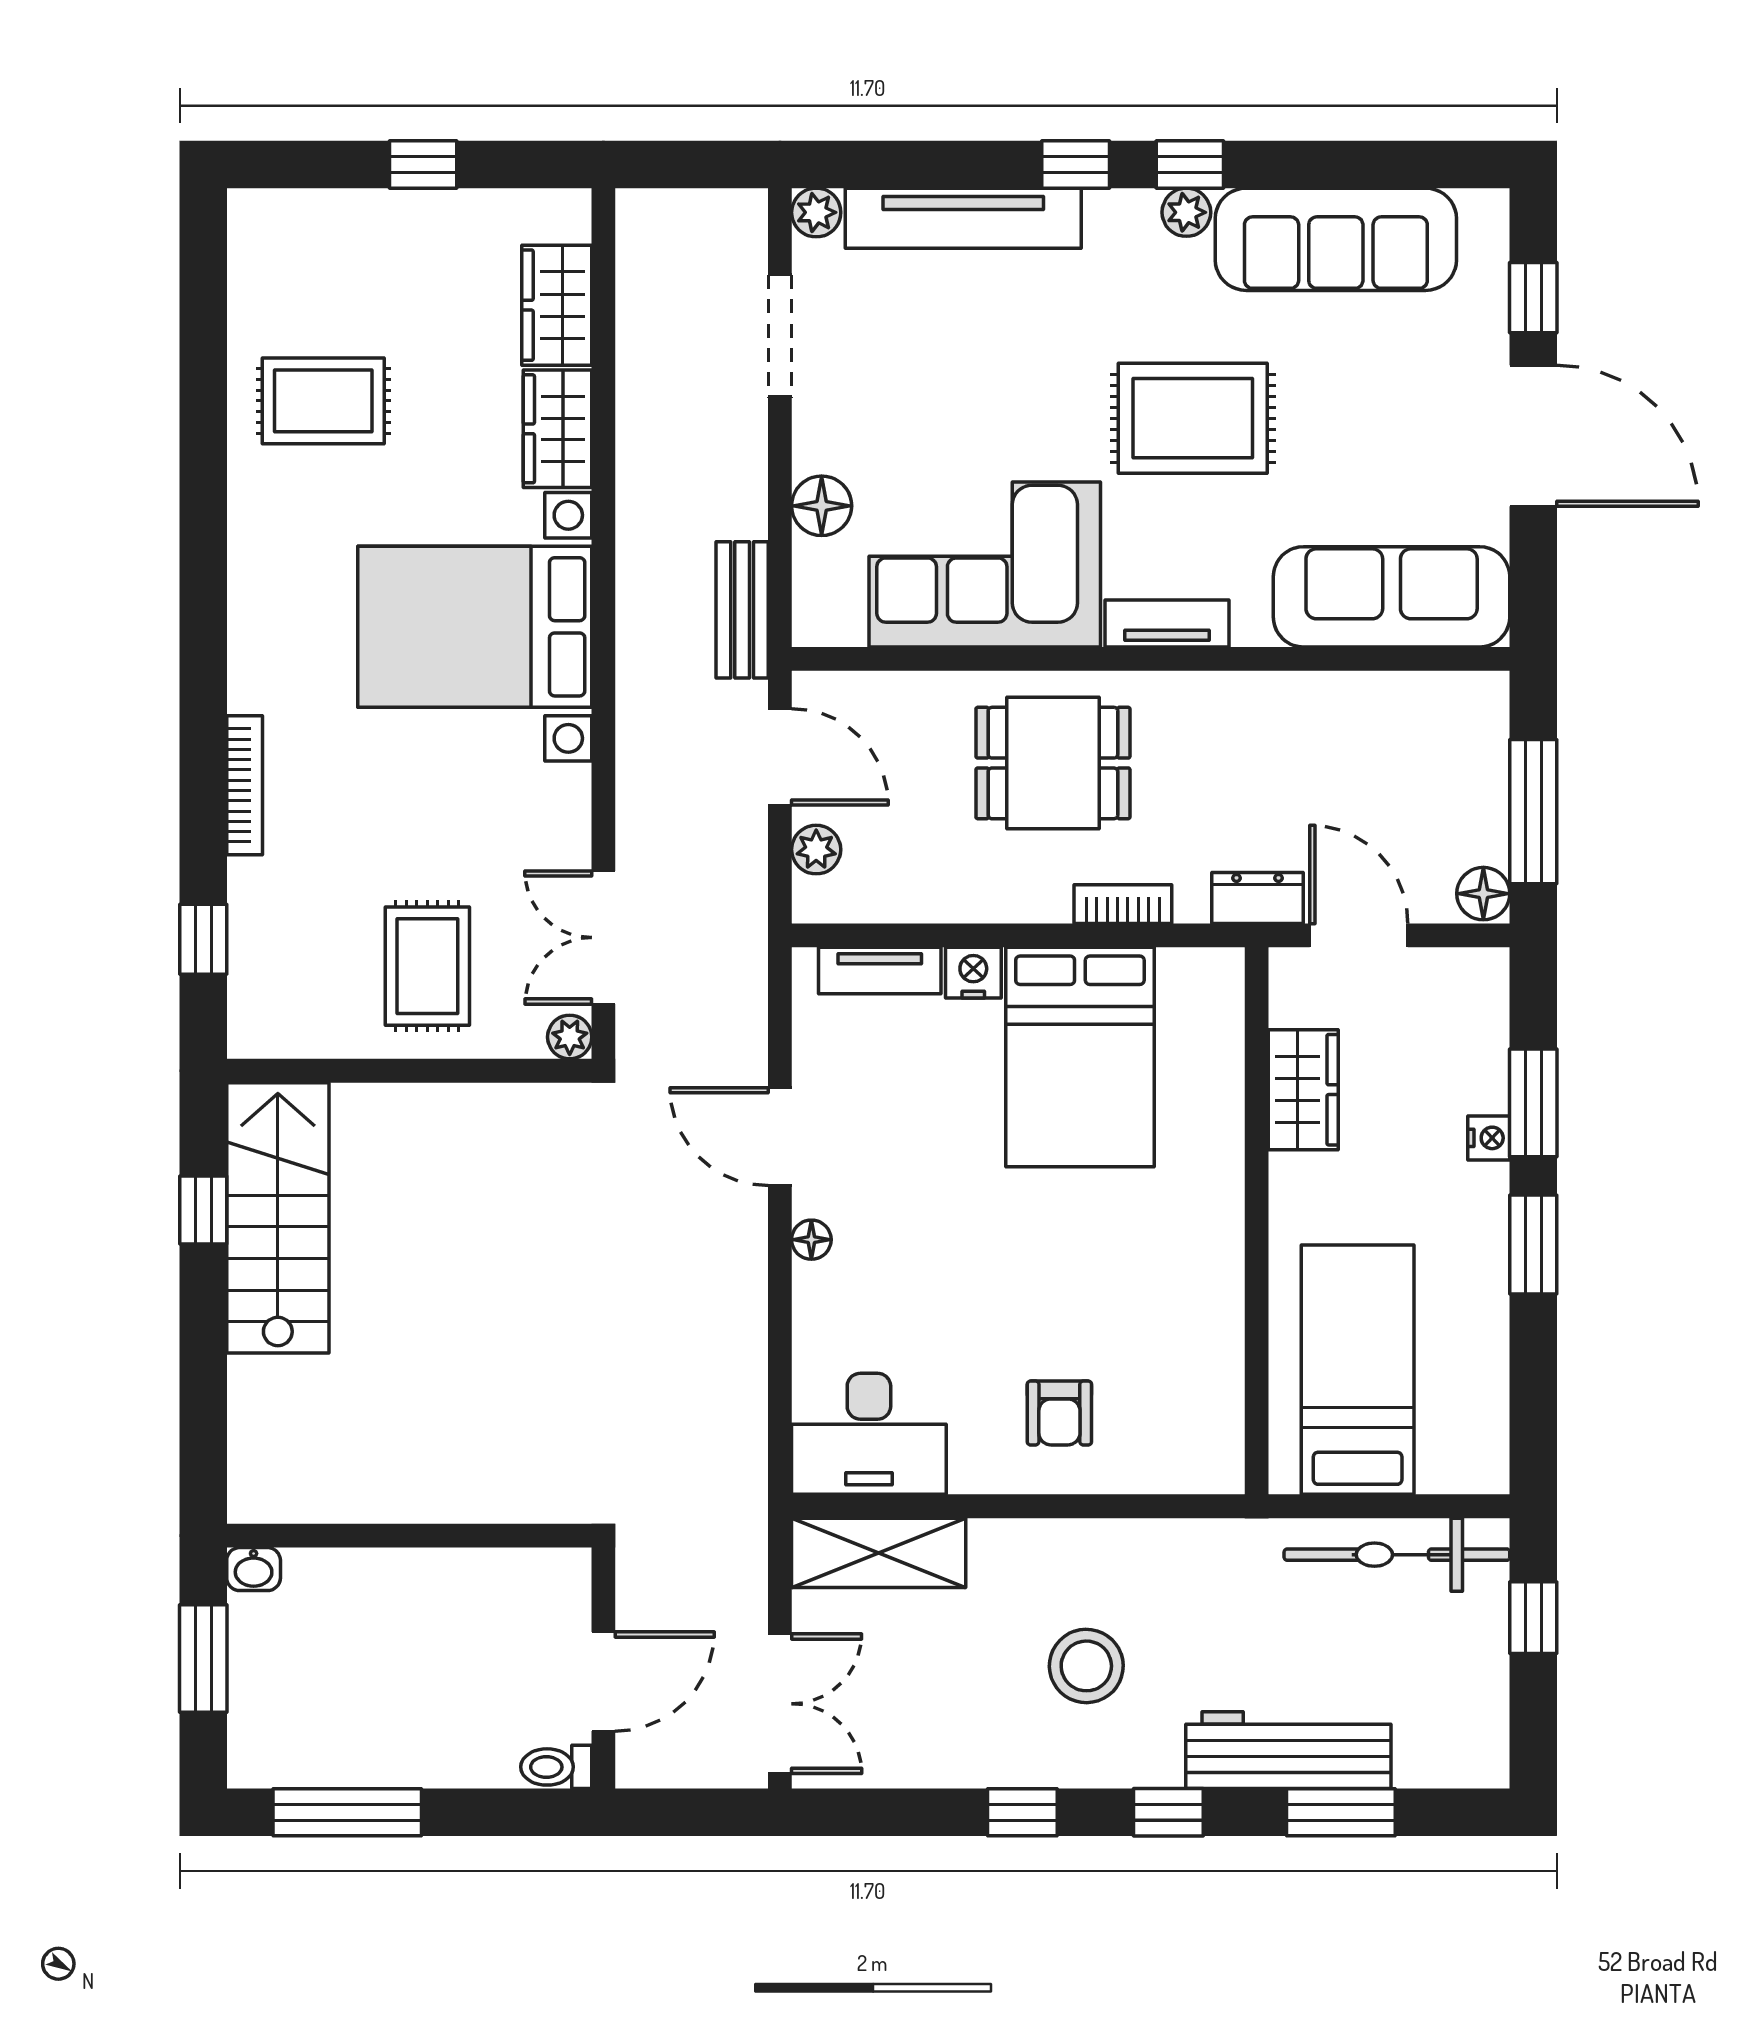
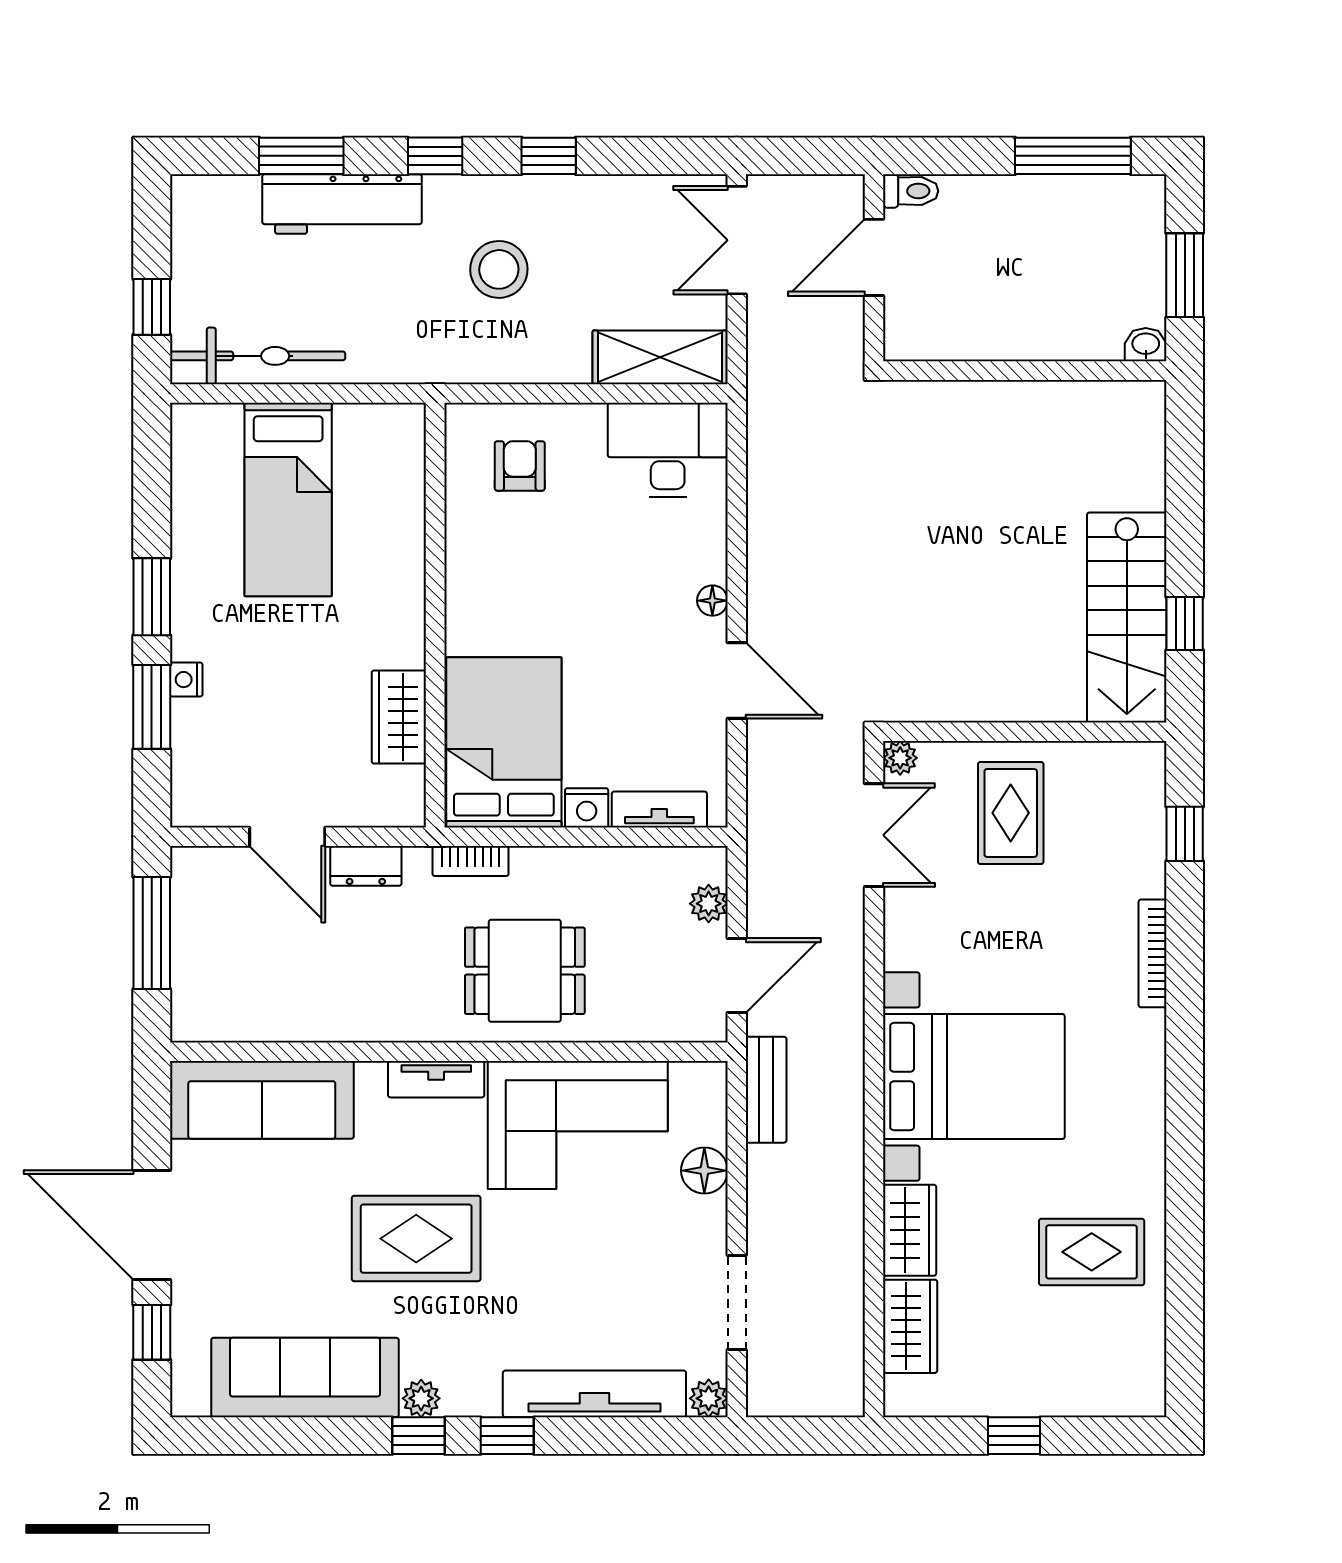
door: (780, 757) -> (737, 975), swing flipped
floor lamp: (1483, 894) -> (191, 869), removed
wardrobe: (1303, 1090) -> (399, 717), moved
wall: (1257, 1221) -> (435, 615), moved

